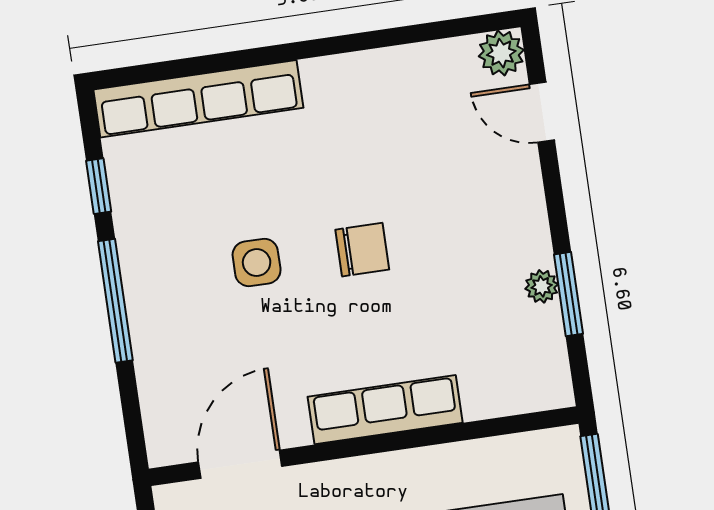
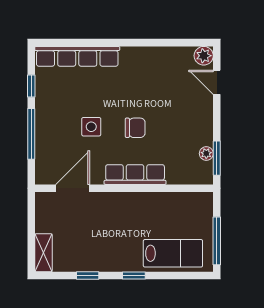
row of seats: (385, 410) -> (135, 175), moved
wall: (364, 446) -> (124, 188), moved
door: (240, 464) -> (73, 188), moved

